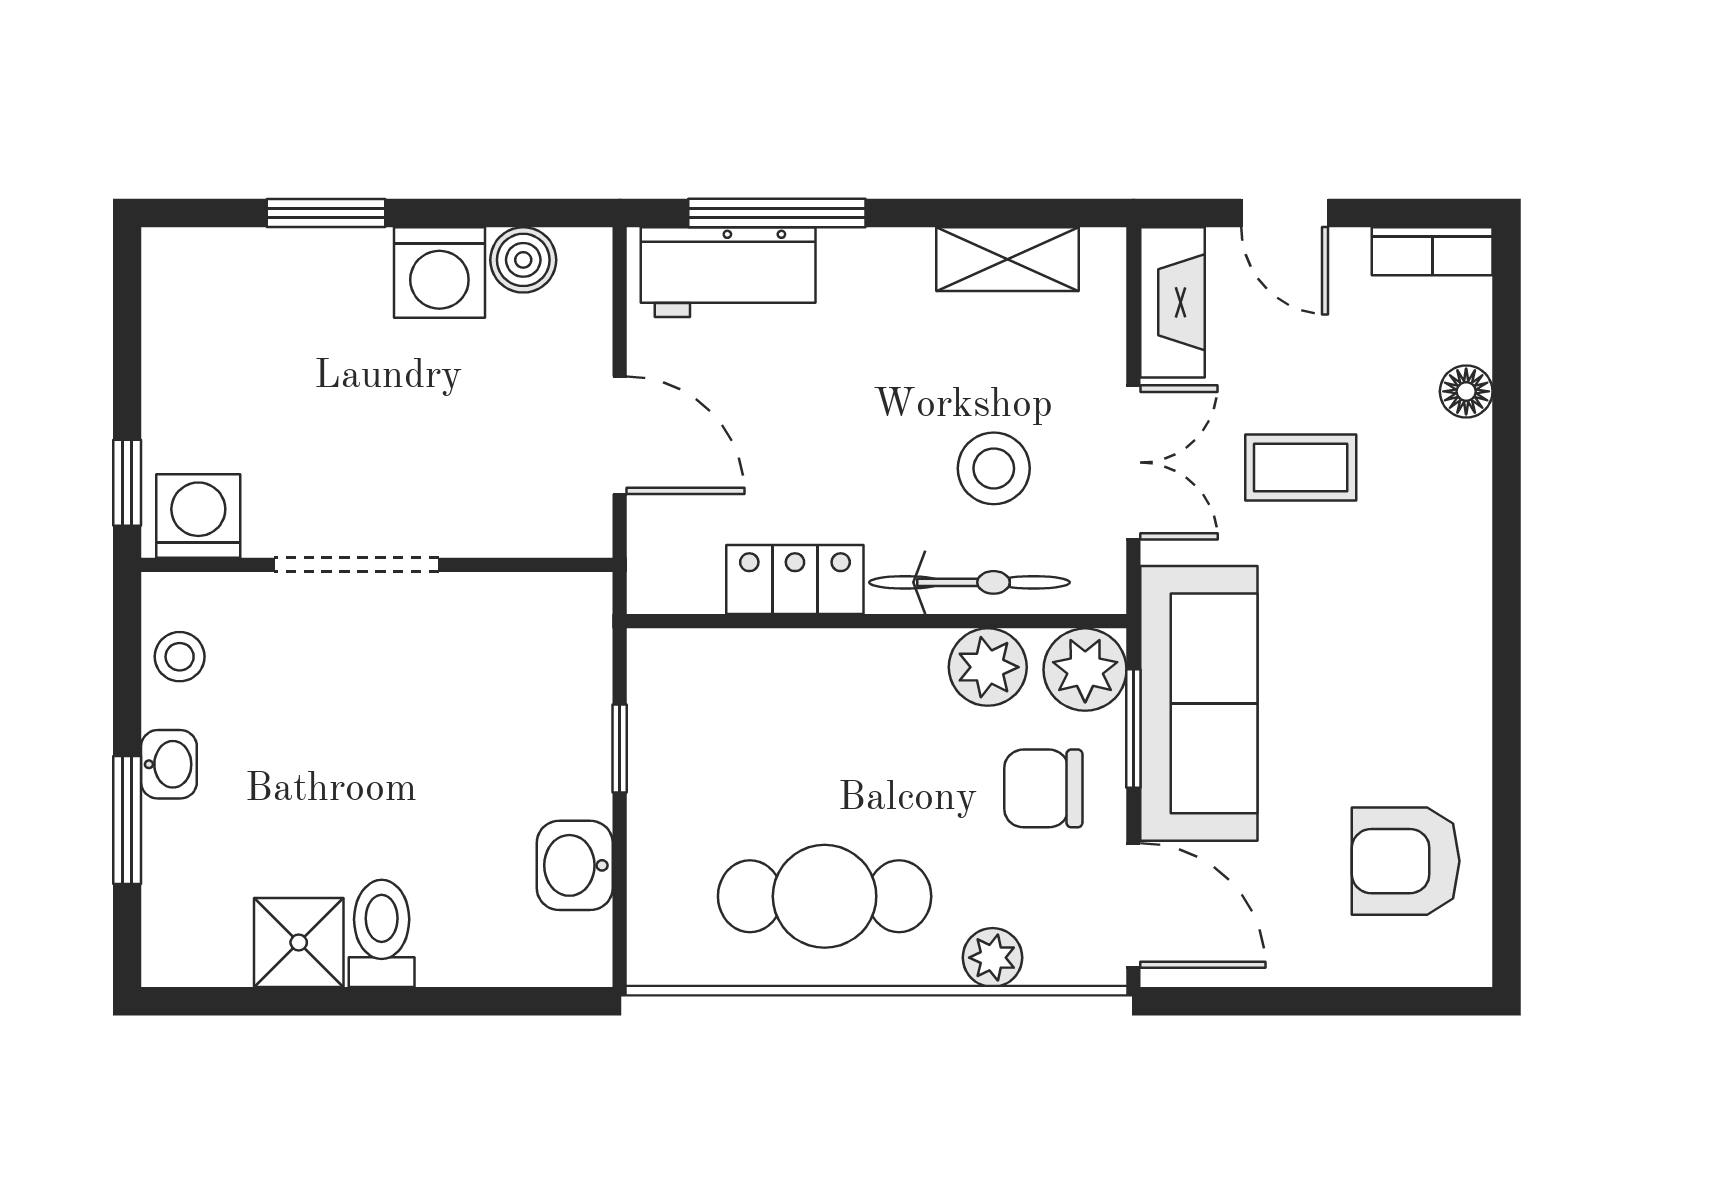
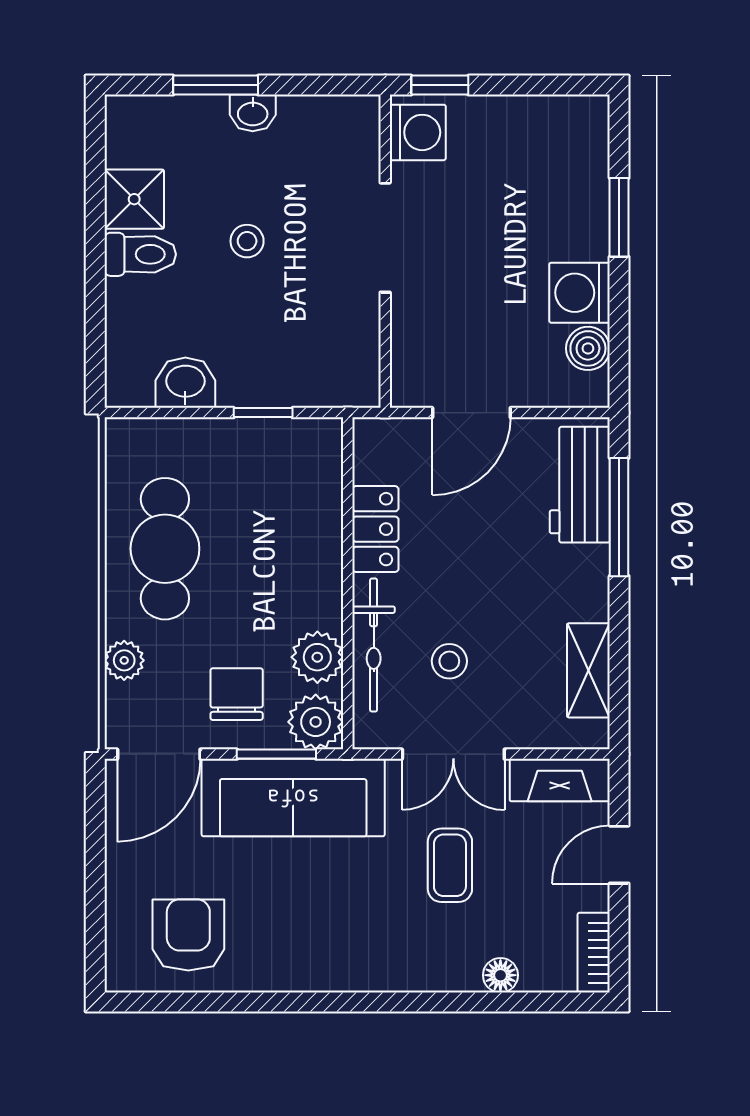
stool: (994, 468) -> (449, 661), width x0.73, depth x0.73
stool: (180, 657) -> (247, 241), moved

